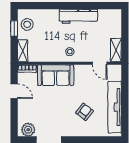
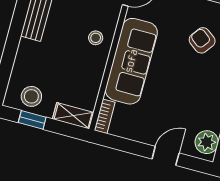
sofa: (56, 75) -> (131, 61), width x1.36
door: (14, 91) -> (166, 156), moved

